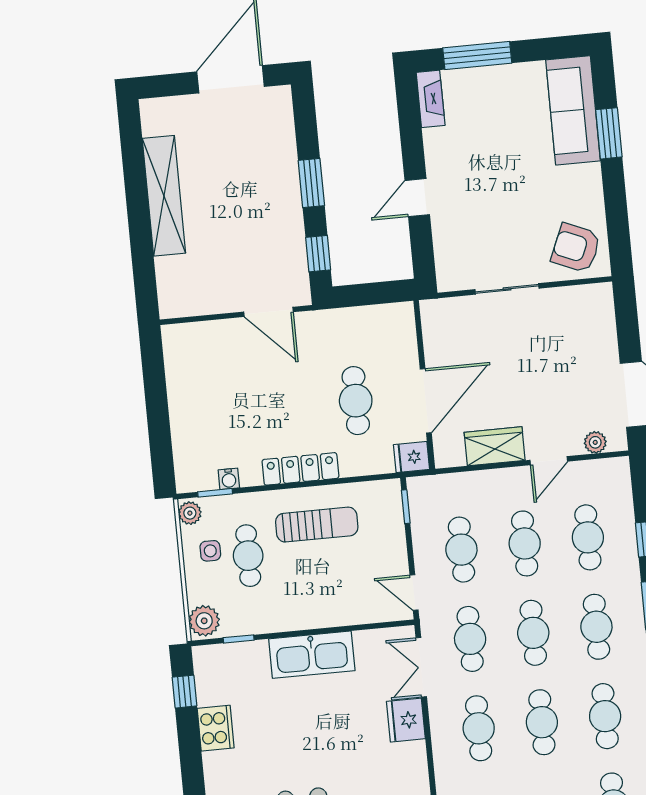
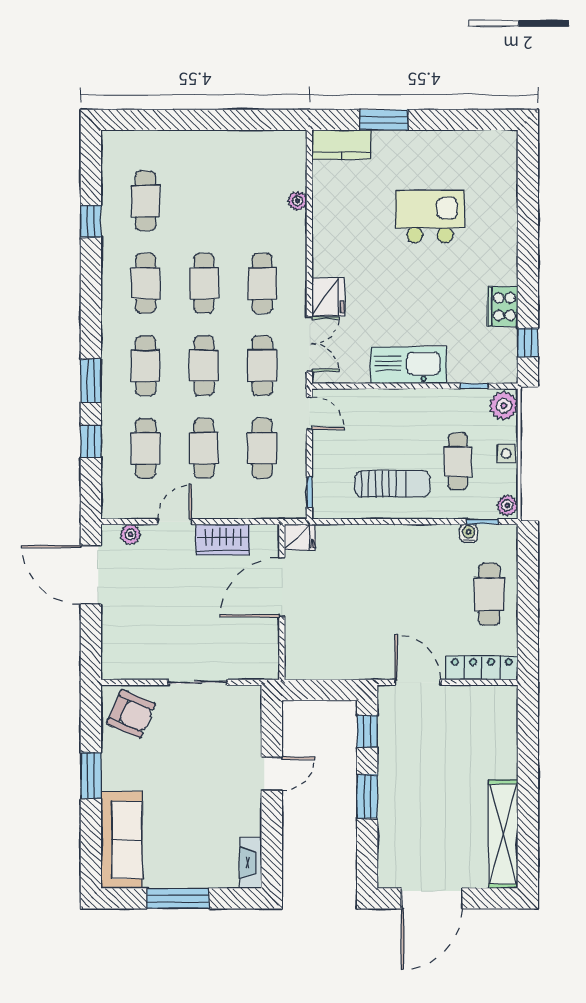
window: (477, 55) -> (178, 898), moved
window: (609, 133) -> (91, 776), moved
shelving: (164, 196) -> (503, 834), moved
cafe table: (356, 401) -> (489, 594), moved
locker: (300, 469) -> (482, 668), moved, turned 180
sun lounger: (317, 525) -> (392, 484), turned 180
side table: (210, 551) -> (506, 454), moved

